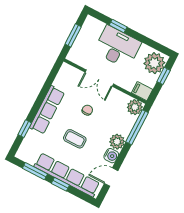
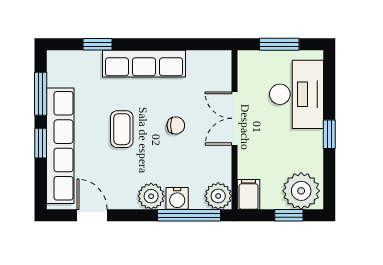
window: (118, 26) -> (329, 134), moved
desk: (117, 47) -> (297, 94), moved
water cooler: (111, 156) -> (177, 198), moved

